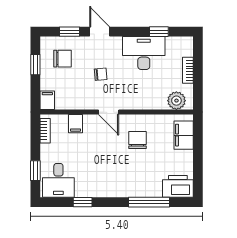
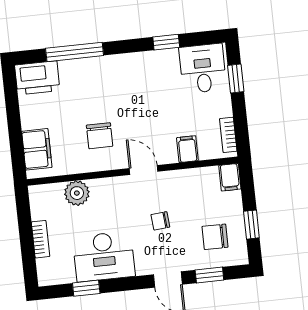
plant: (176, 101) -> (77, 193), moved

